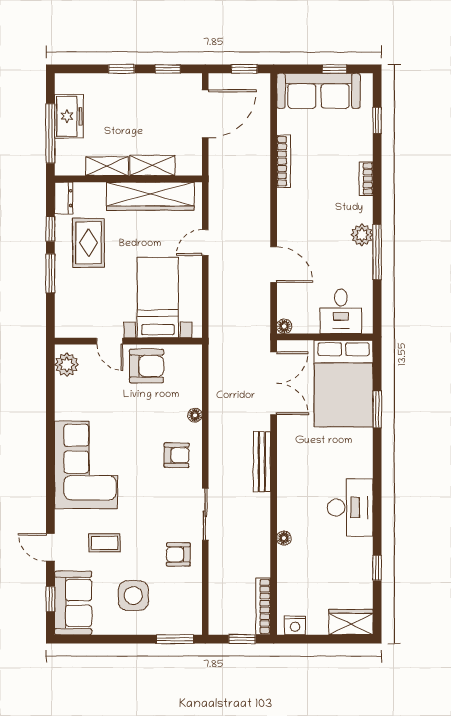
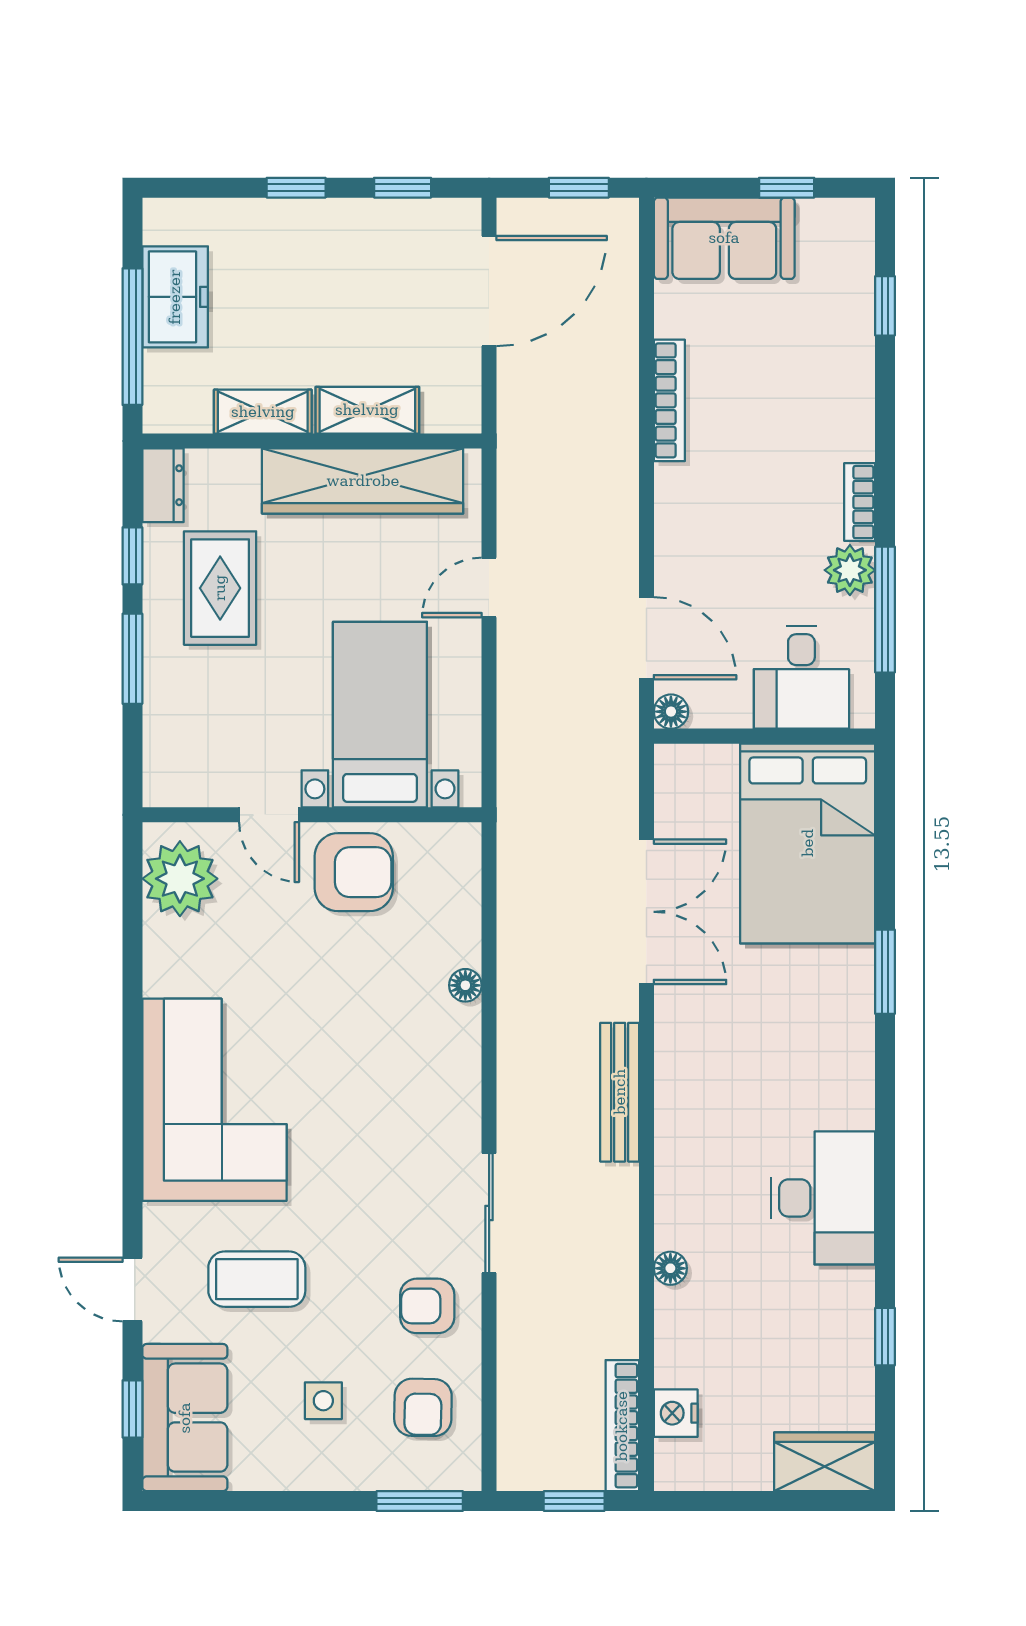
sofa: (318, 91) -> (724, 238), width x0.73
bookcase: (366, 179) -> (860, 502), moved
desk: (341, 311) -> (801, 677), moved
floor lamp: (284, 326) -> (671, 712), moved
wall: (325, 337) -> (764, 736), moved
plant: (67, 365) -> (180, 879), width x1.36, depth x1.36
bed: (344, 384) -> (808, 843), moved
armchair: (177, 455) -> (423, 1407), moved, turned 91
coffee table: (104, 543) -> (257, 1279), width x1.36, depth x1.30
side table: (133, 596) -> (323, 1401), width x0.54, depth x0.54
nightstand: (295, 625) -> (676, 1413), moved, turned 90

